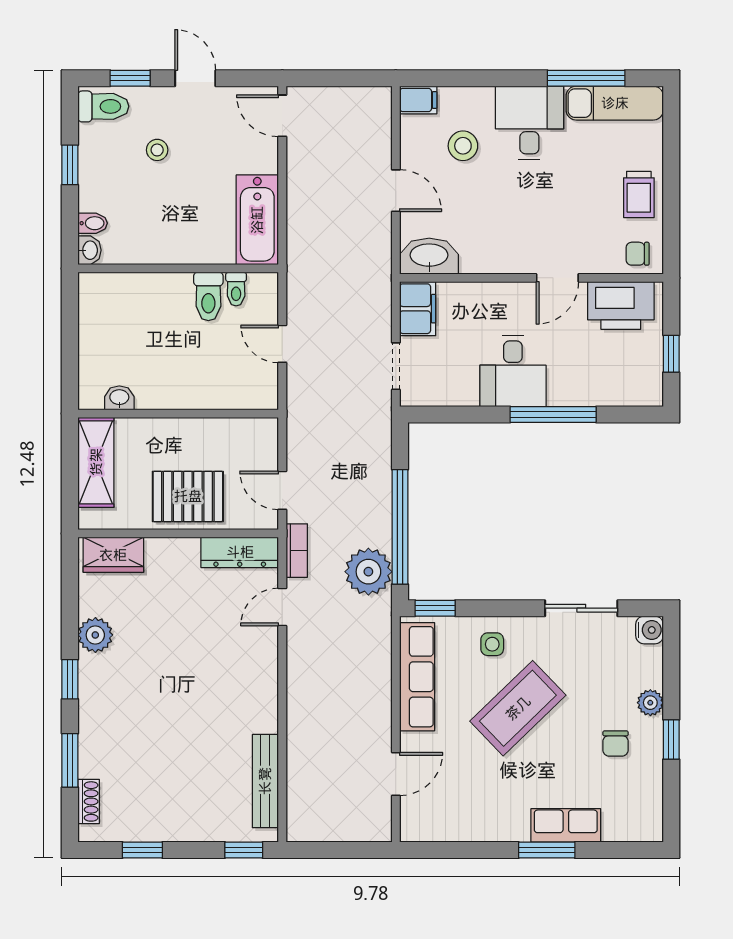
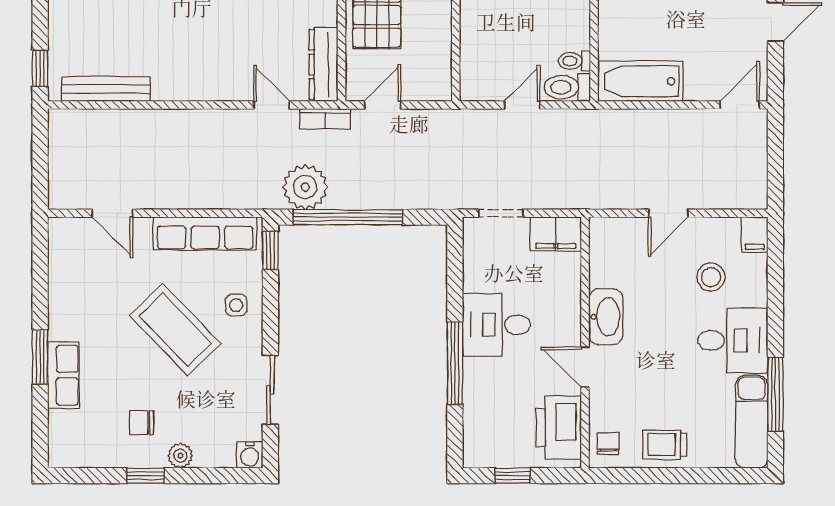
washbasin: (429, 256) -> (606, 317), moved
toilet: (208, 296) -> (567, 87), moved

